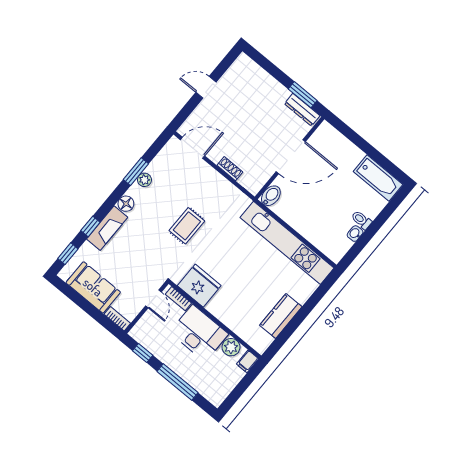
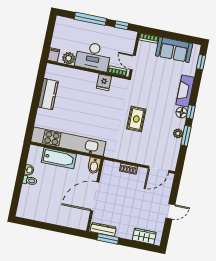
wardrobe: (255, 74) -> (144, 236), added
bathtub: (378, 178) -> (59, 158), moved, turned 180
window: (90, 226) -> (191, 112), moved
fridge: (199, 286) -> (104, 82), width x0.53, depth x0.75

